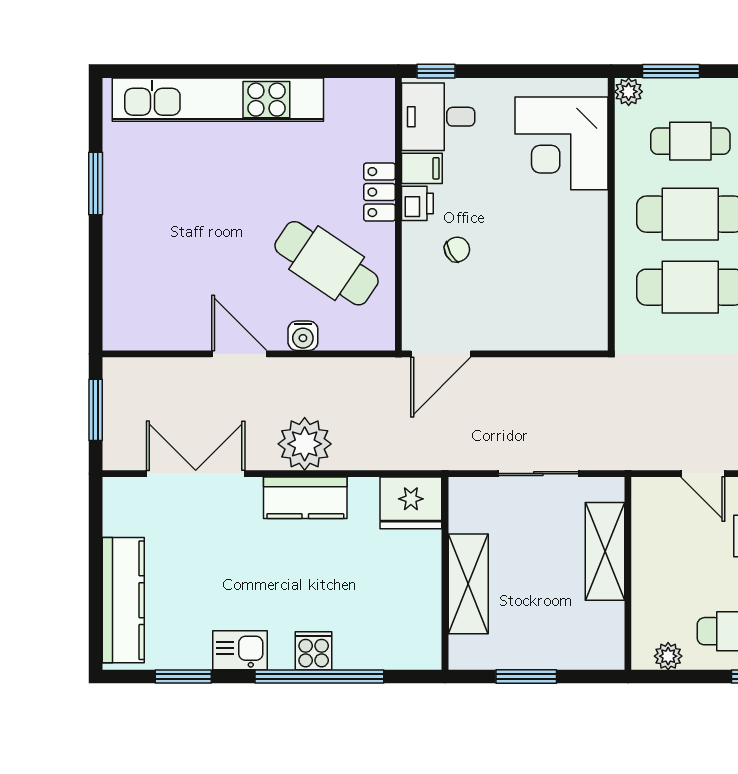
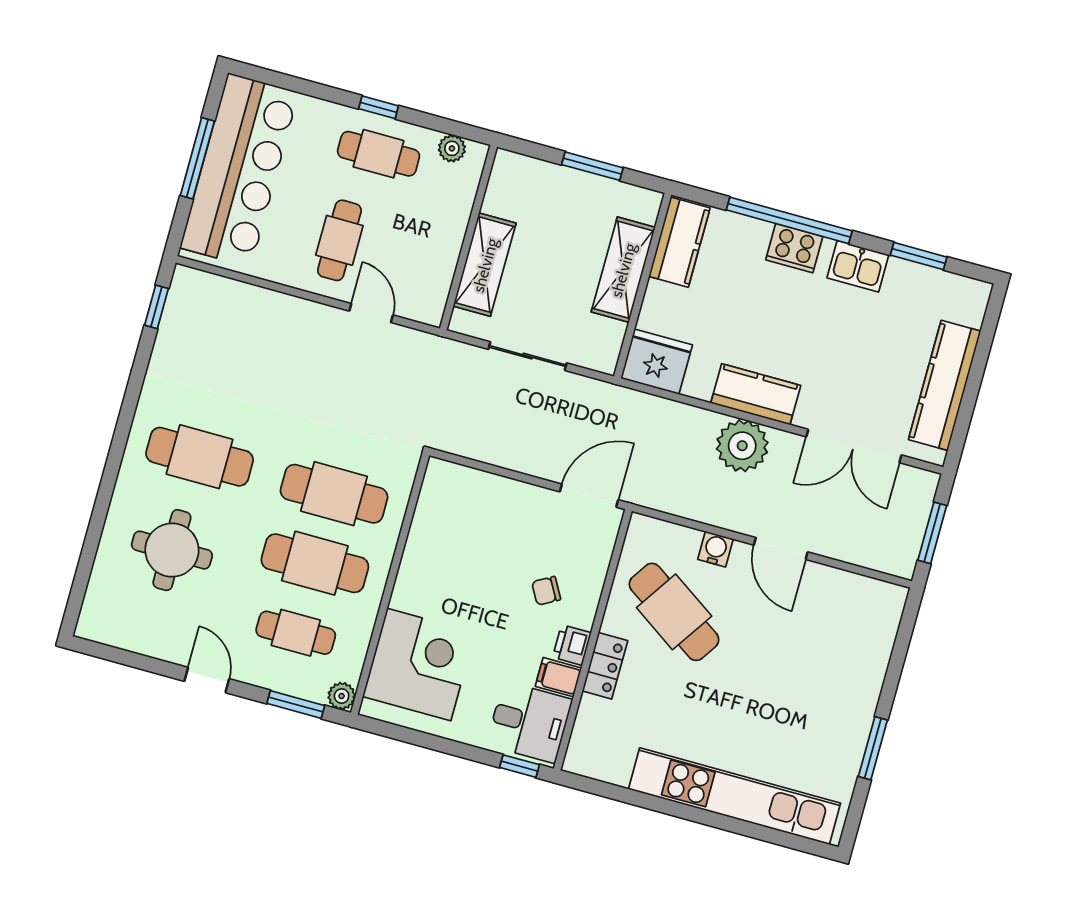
kitchen counter: (123, 600) -> (945, 385), moved
kitchen counter: (421, 626) -> (679, 242), added
cooker: (314, 651) -> (794, 248), width x1.36

